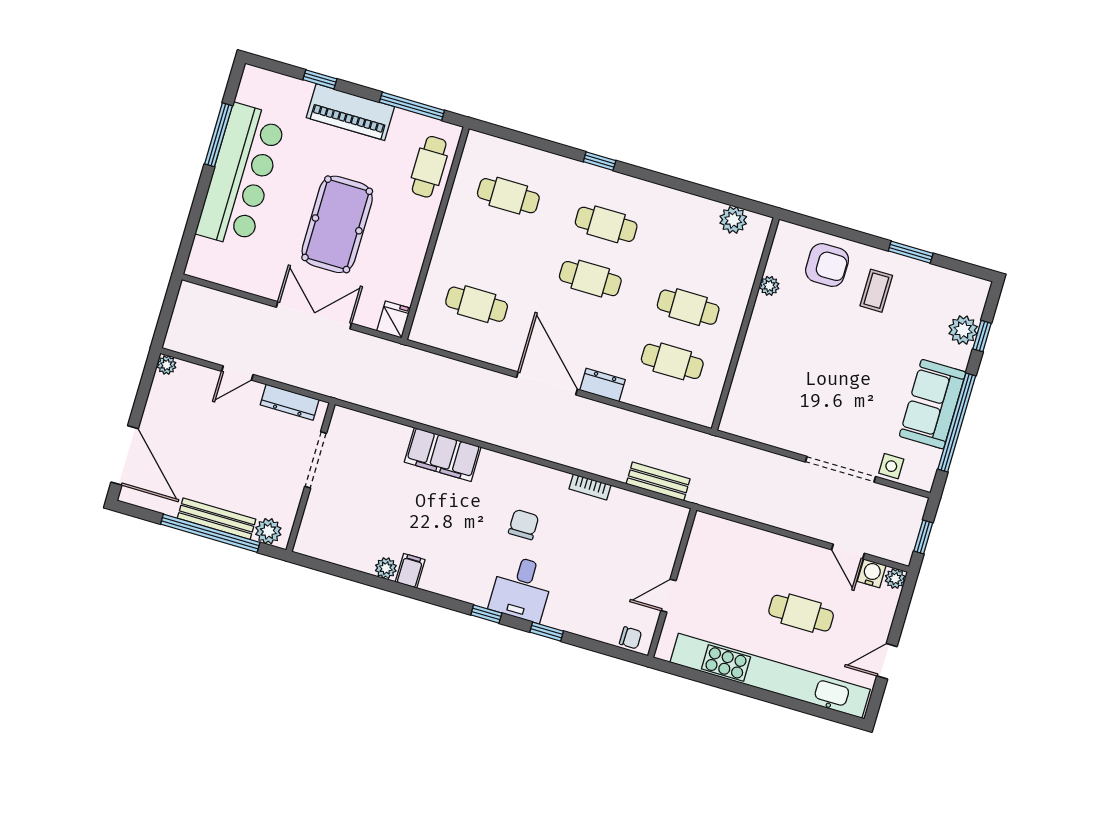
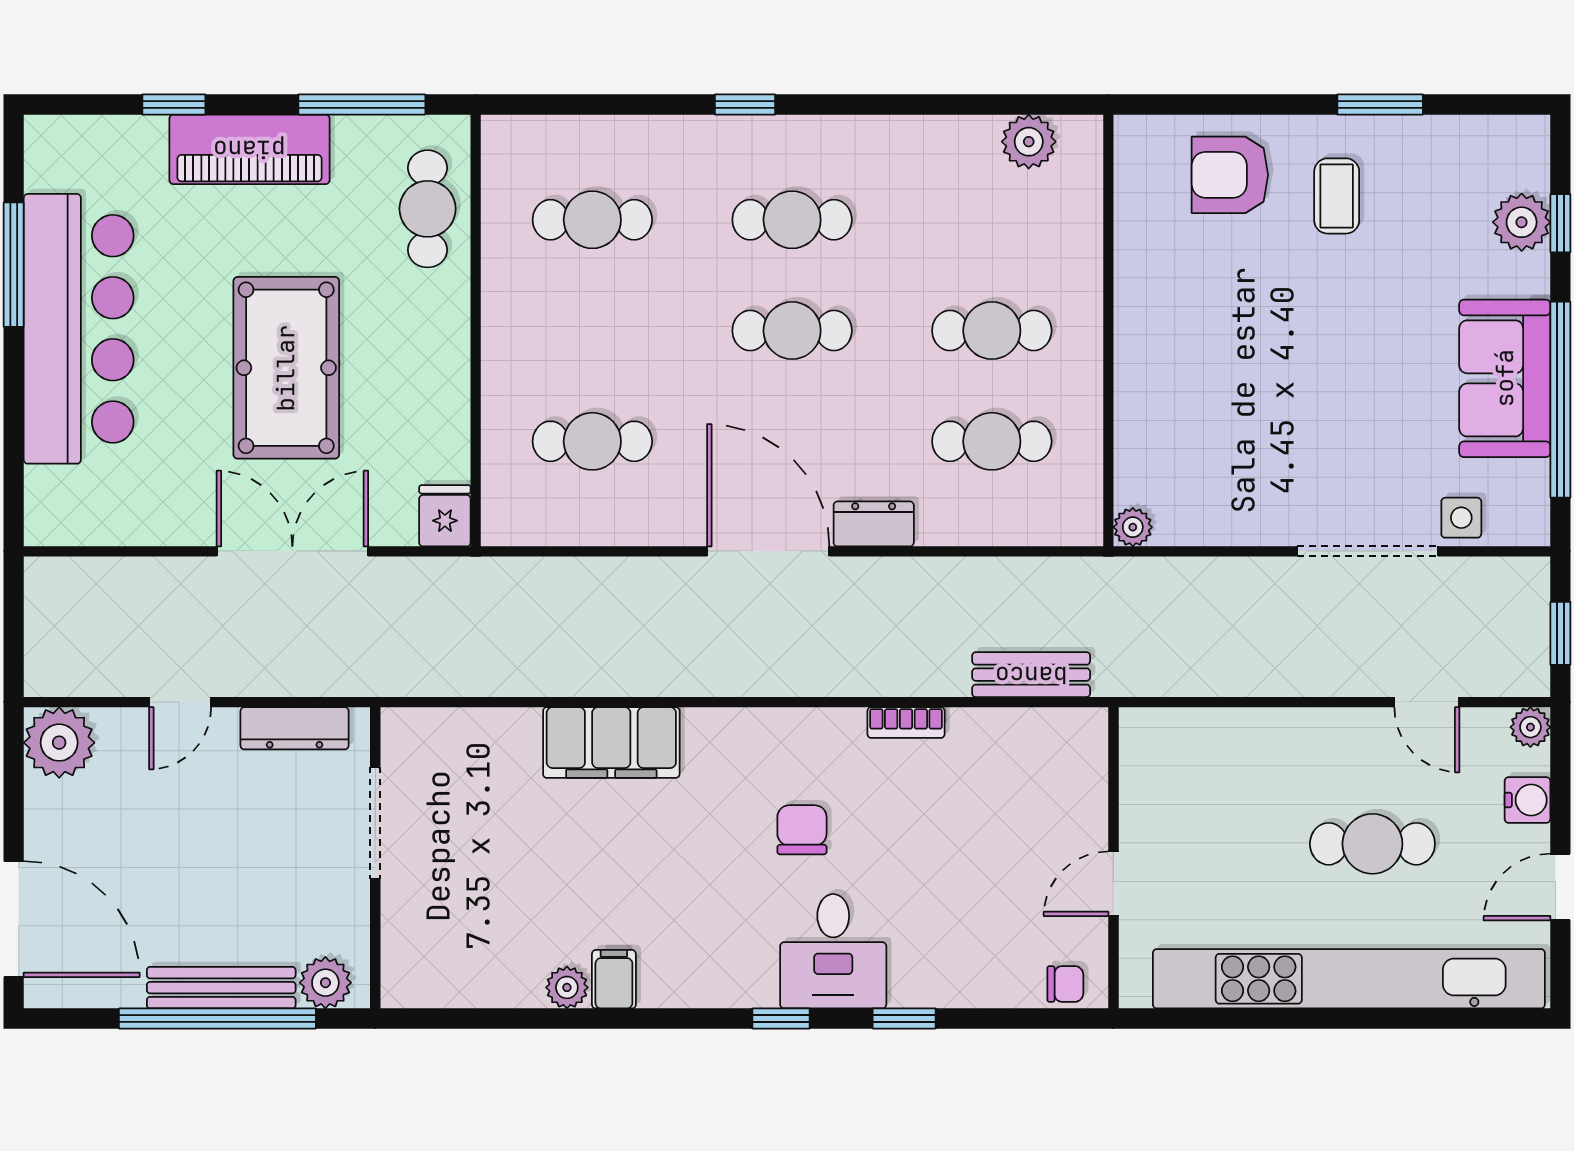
armchair: (827, 265) -> (1230, 175), turned 180
plant: (769, 286) -> (1133, 527), moved
plant: (167, 365) -> (59, 743), width x1.87, depth x1.87
water cooler: (872, 573) -> (1527, 800), moved, turned 90

